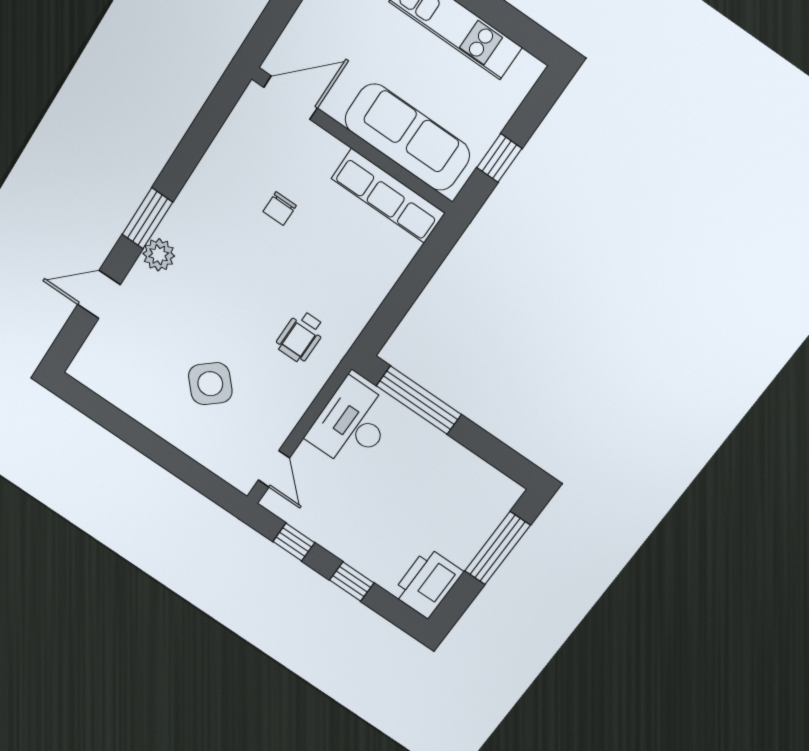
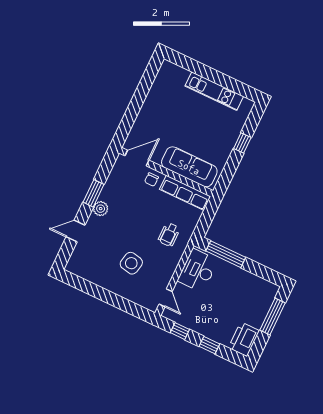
door: (291, 98) -> (137, 158), moved
sofa: (407, 137) -> (189, 167), moved
wall: (352, 141) -> (166, 172), moved
row of seats: (388, 196) -> (185, 193), moved
side table: (210, 384) -> (131, 263), turned -36

